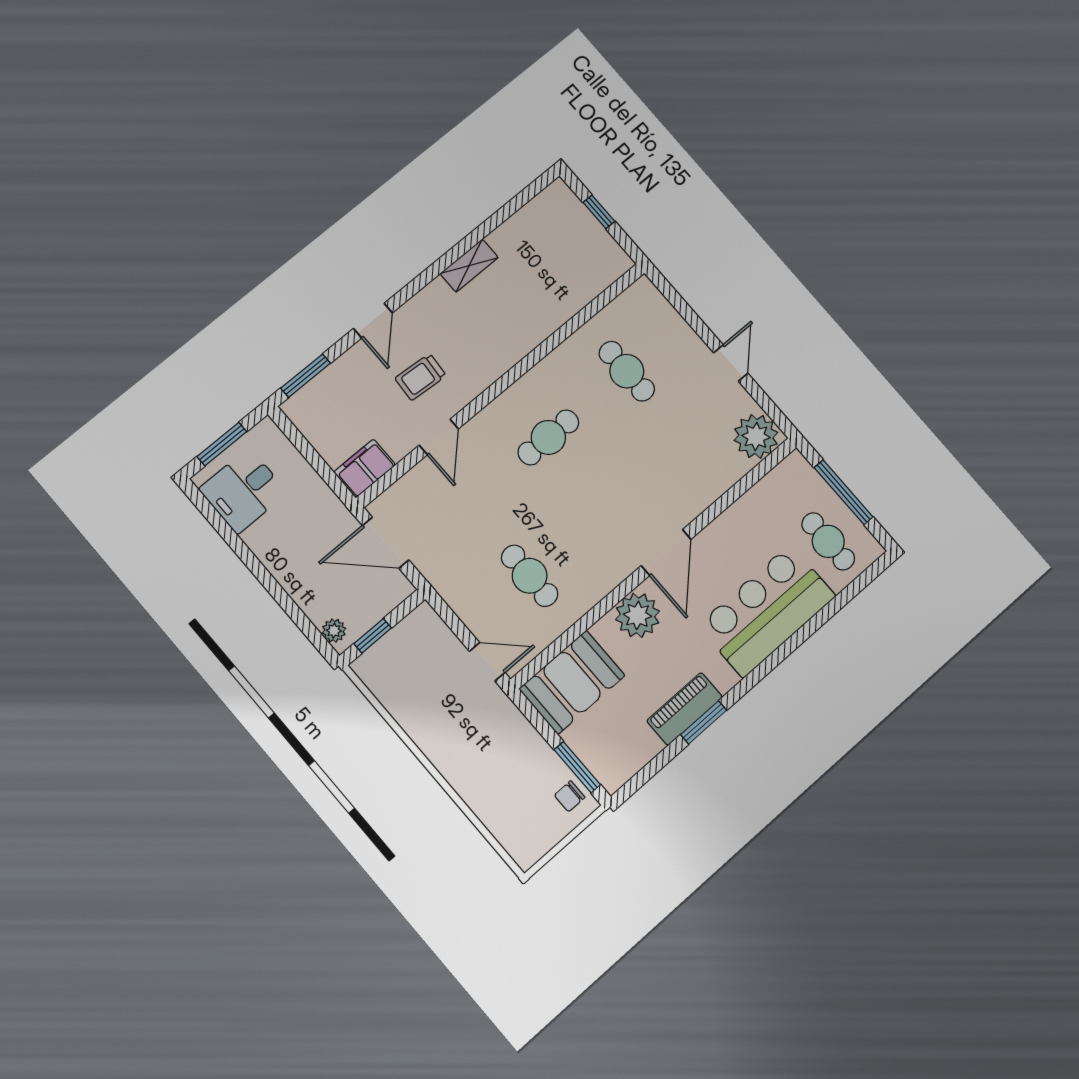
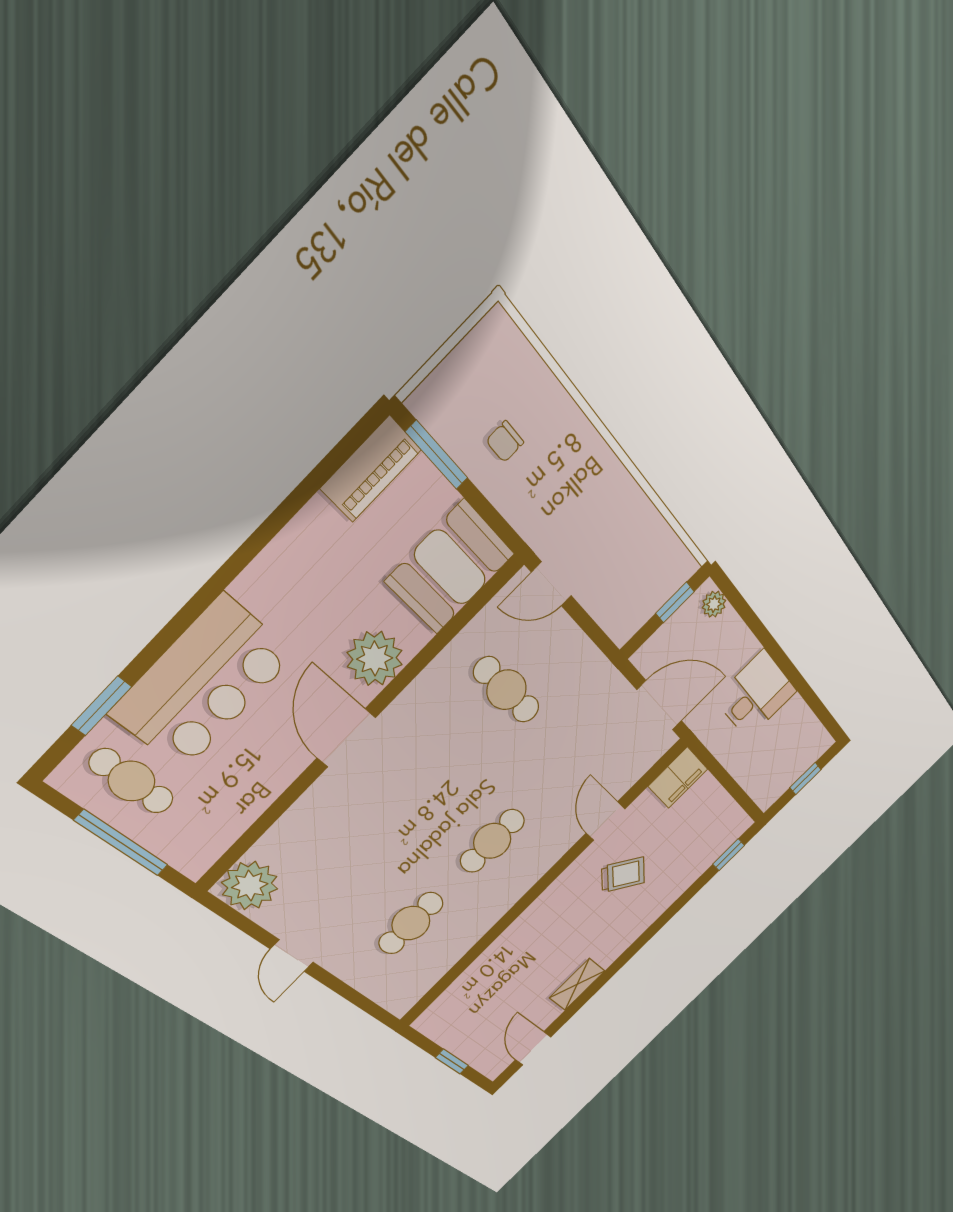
door: (373, 321) -> (533, 1048), moved
cafe table: (627, 371) -> (411, 923), turned 90
window: (306, 376) -> (729, 855), width x0.67
trolley: (421, 377) -> (623, 875), turned 34
window: (222, 444) -> (805, 779), width x0.67
desk: (243, 491) -> (756, 695), moved
piano: (685, 709) -> (371, 469), moved
window: (704, 722) -> (102, 706), moved
chair: (570, 796) -> (505, 442), moved, turned 180

